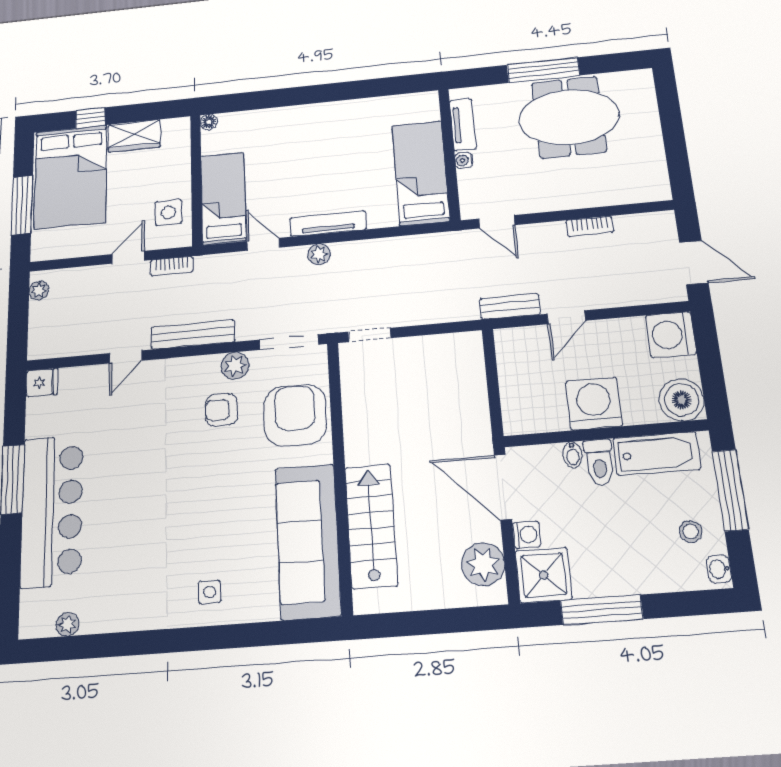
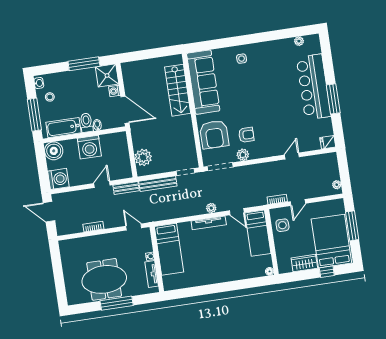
bench: (193, 334) -> (158, 184), moved
plant: (483, 564) -> (143, 157), moved

